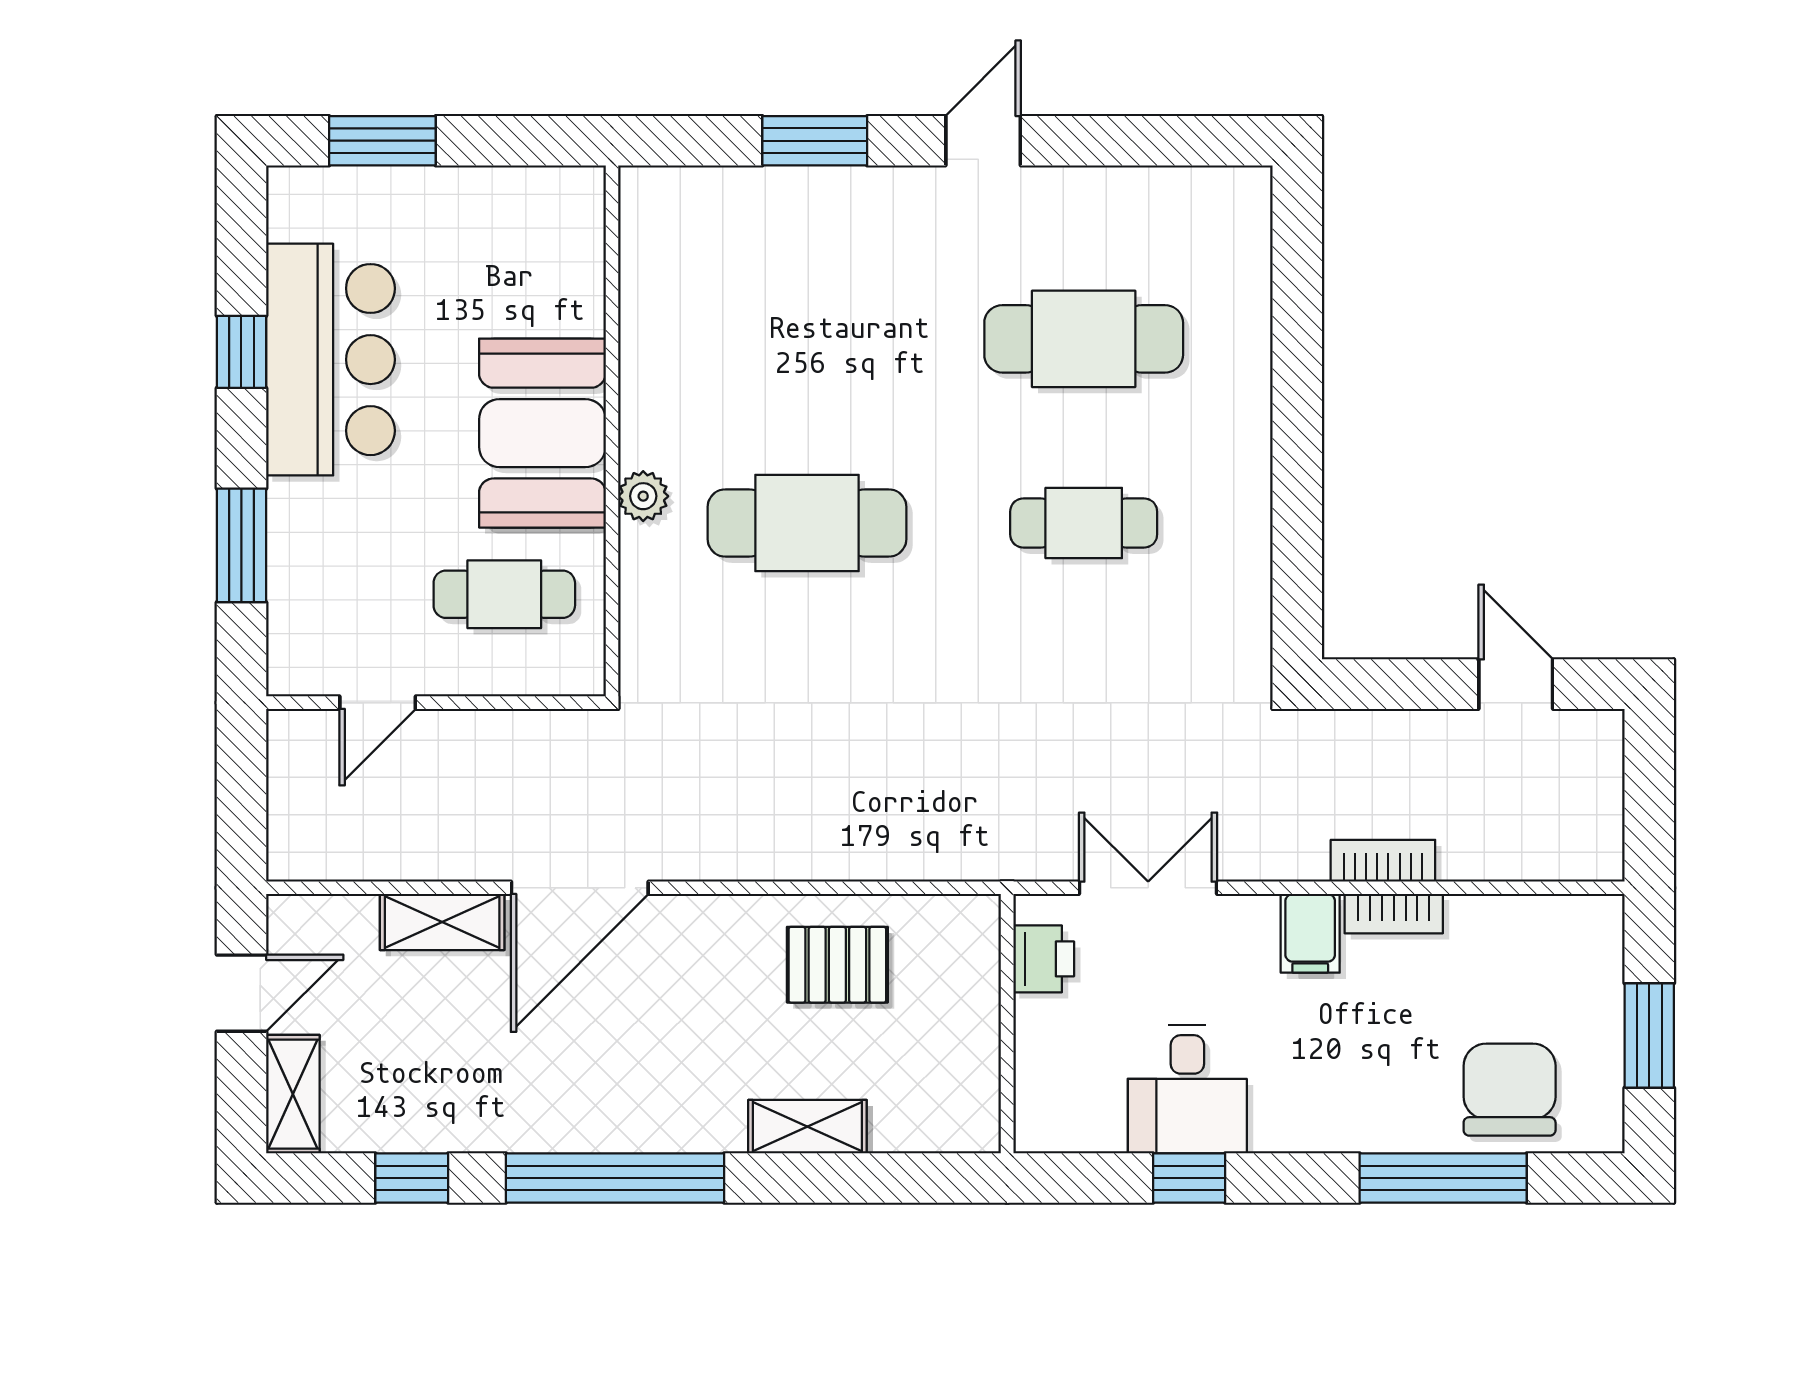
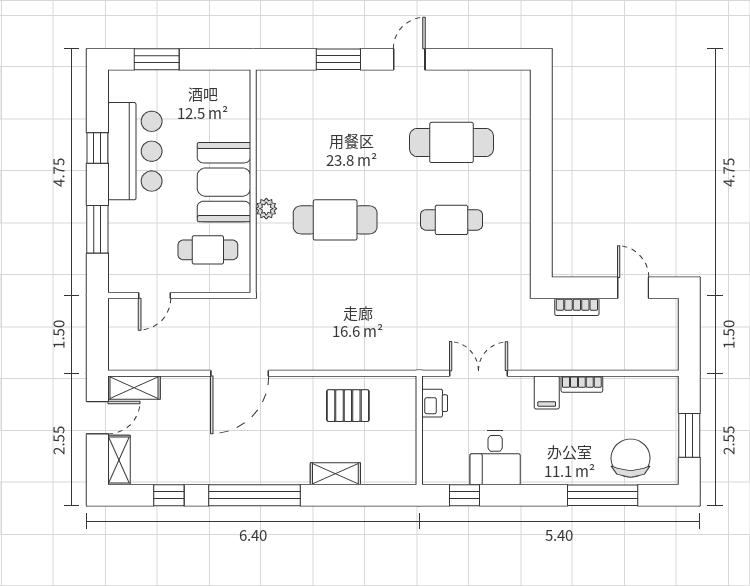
bookcase: (1383, 861) -> (577, 307), moved, turned 180
shelving: (442, 922) -> (134, 388), moved
window: (1189, 1178) -> (464, 495), moved

